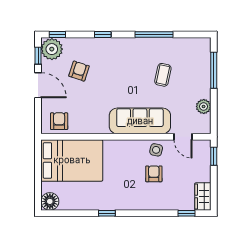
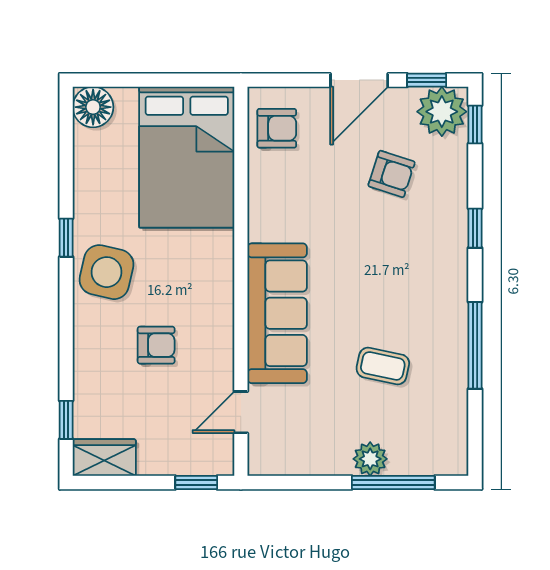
plant: (204, 106) -> (370, 459), moved
side table: (156, 150) -> (107, 272), moved, width x1.87, depth x1.87

